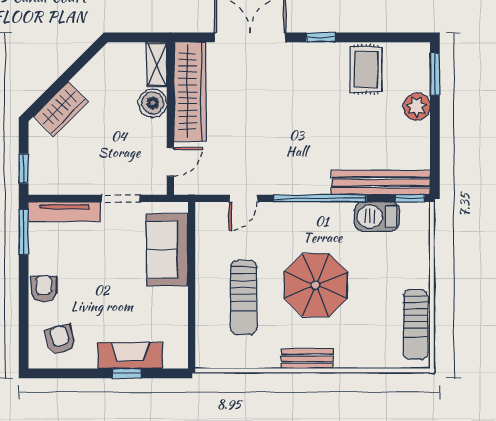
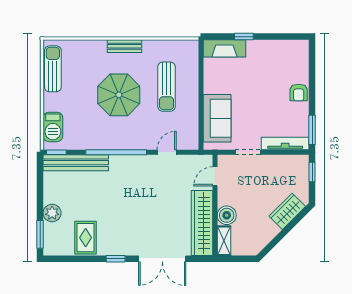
barbecue: (377, 217) -> (53, 127), moved, turned 90
sun lounger: (244, 298) -> (166, 87), turned 180
armchair: (60, 340) -> (288, 59), removed
fireplace: (130, 356) -> (224, 48), moved

